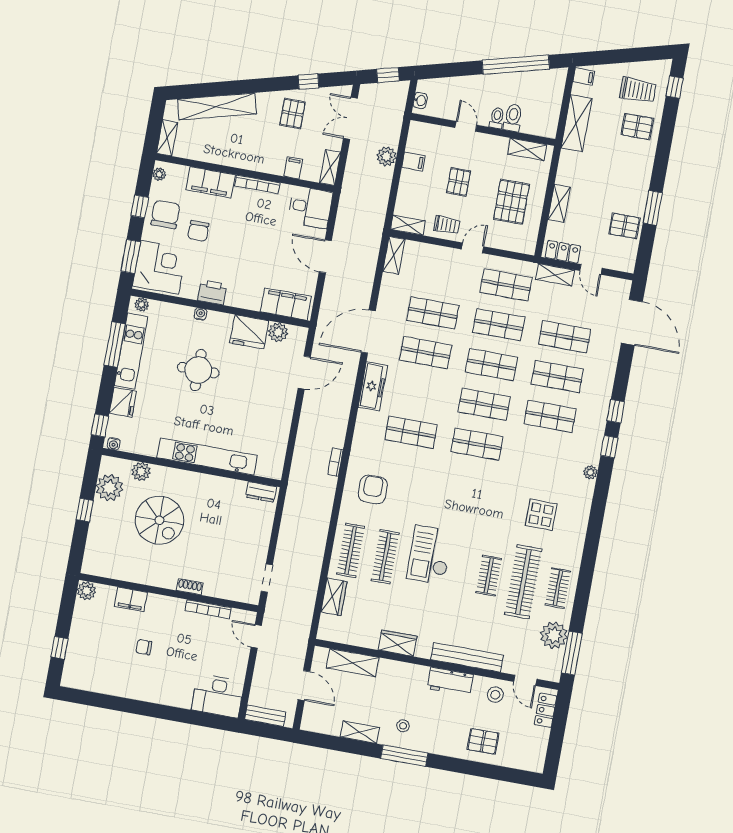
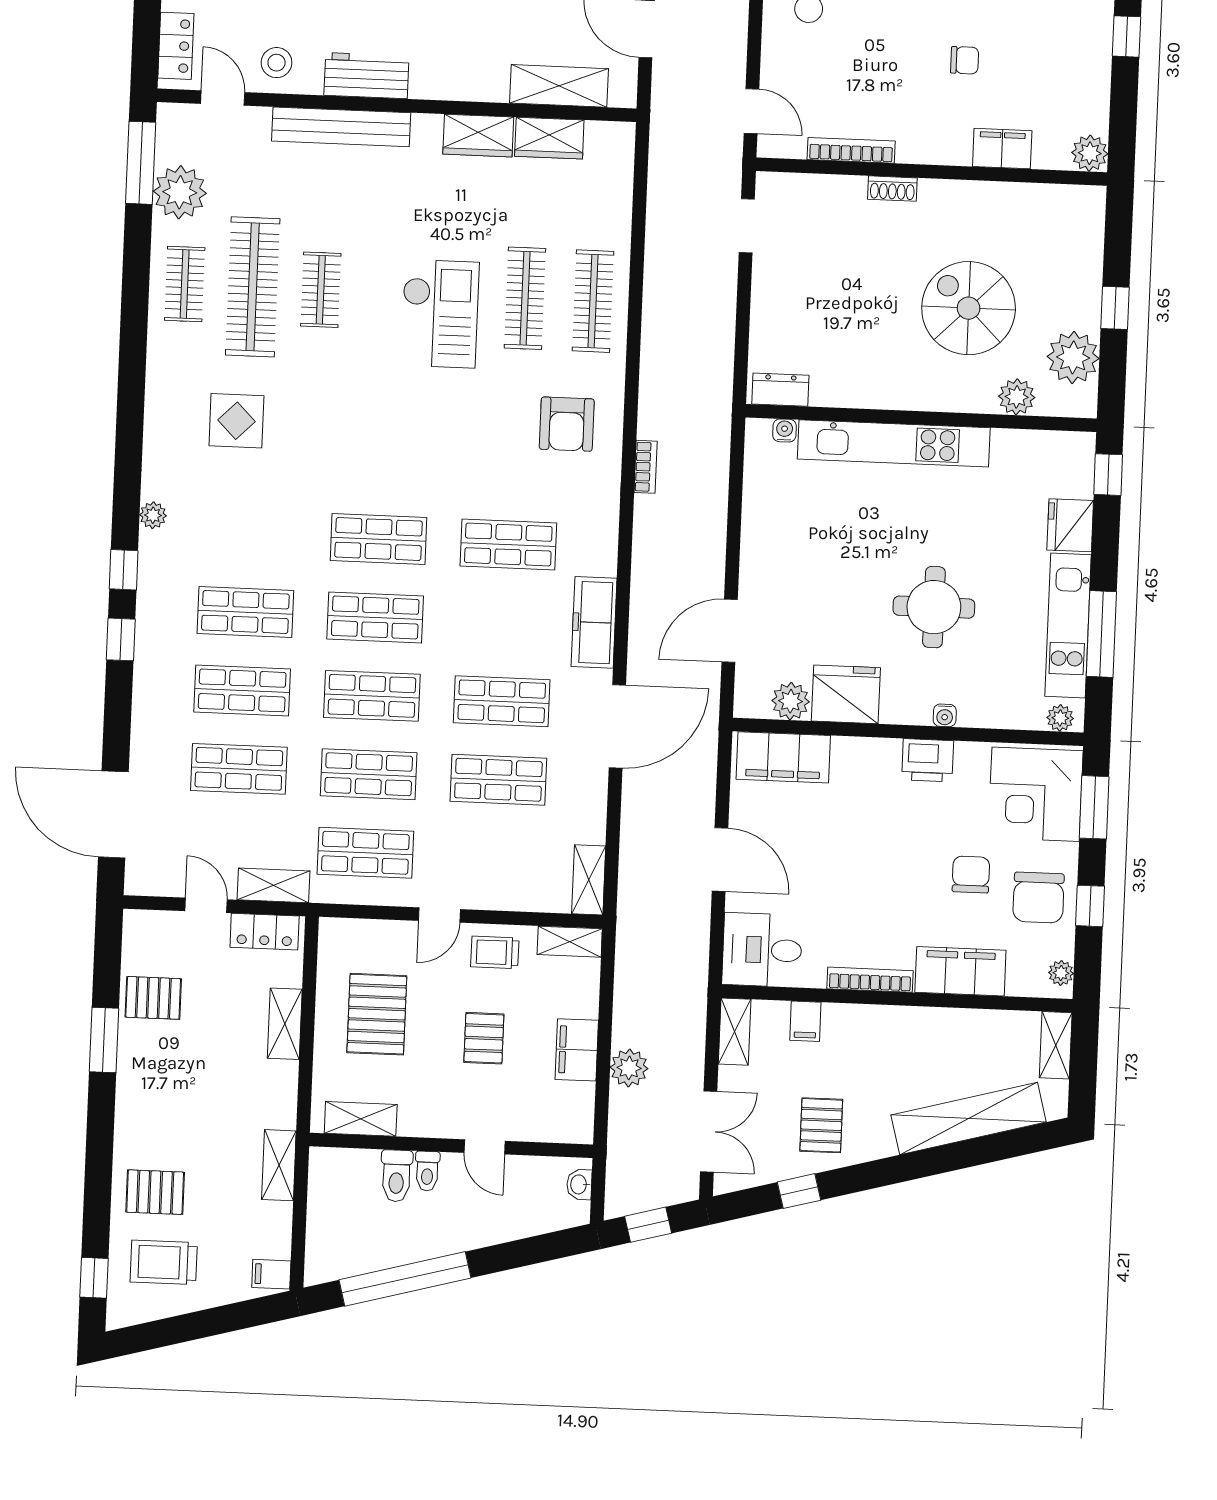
shelving: (576, 123) -> (279, 1165), width x0.67, depth x0.75
filing cabinet: (413, 162) -> (577, 1050), width x2.00
water cooler: (114, 444) -> (785, 431), moved
wardrobe: (334, 597) -> (549, 138), moved, turned -90

